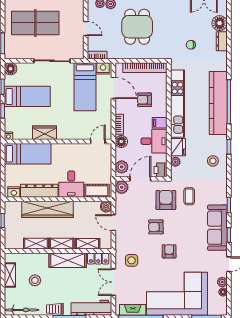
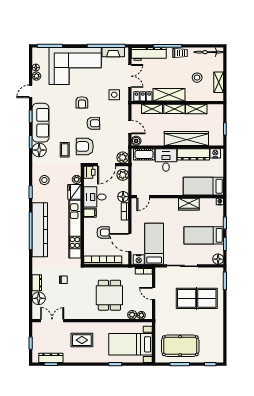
floor lamp: (219, 196) -> (39, 150), added
armchair: (166, 200) -> (85, 146), turned 90

